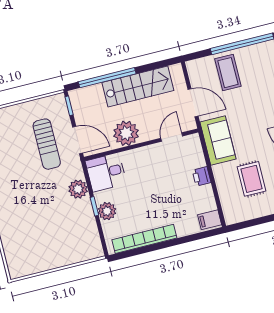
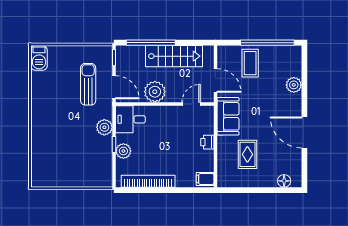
sun lounger: (47, 144) -> (88, 84), turned 180

